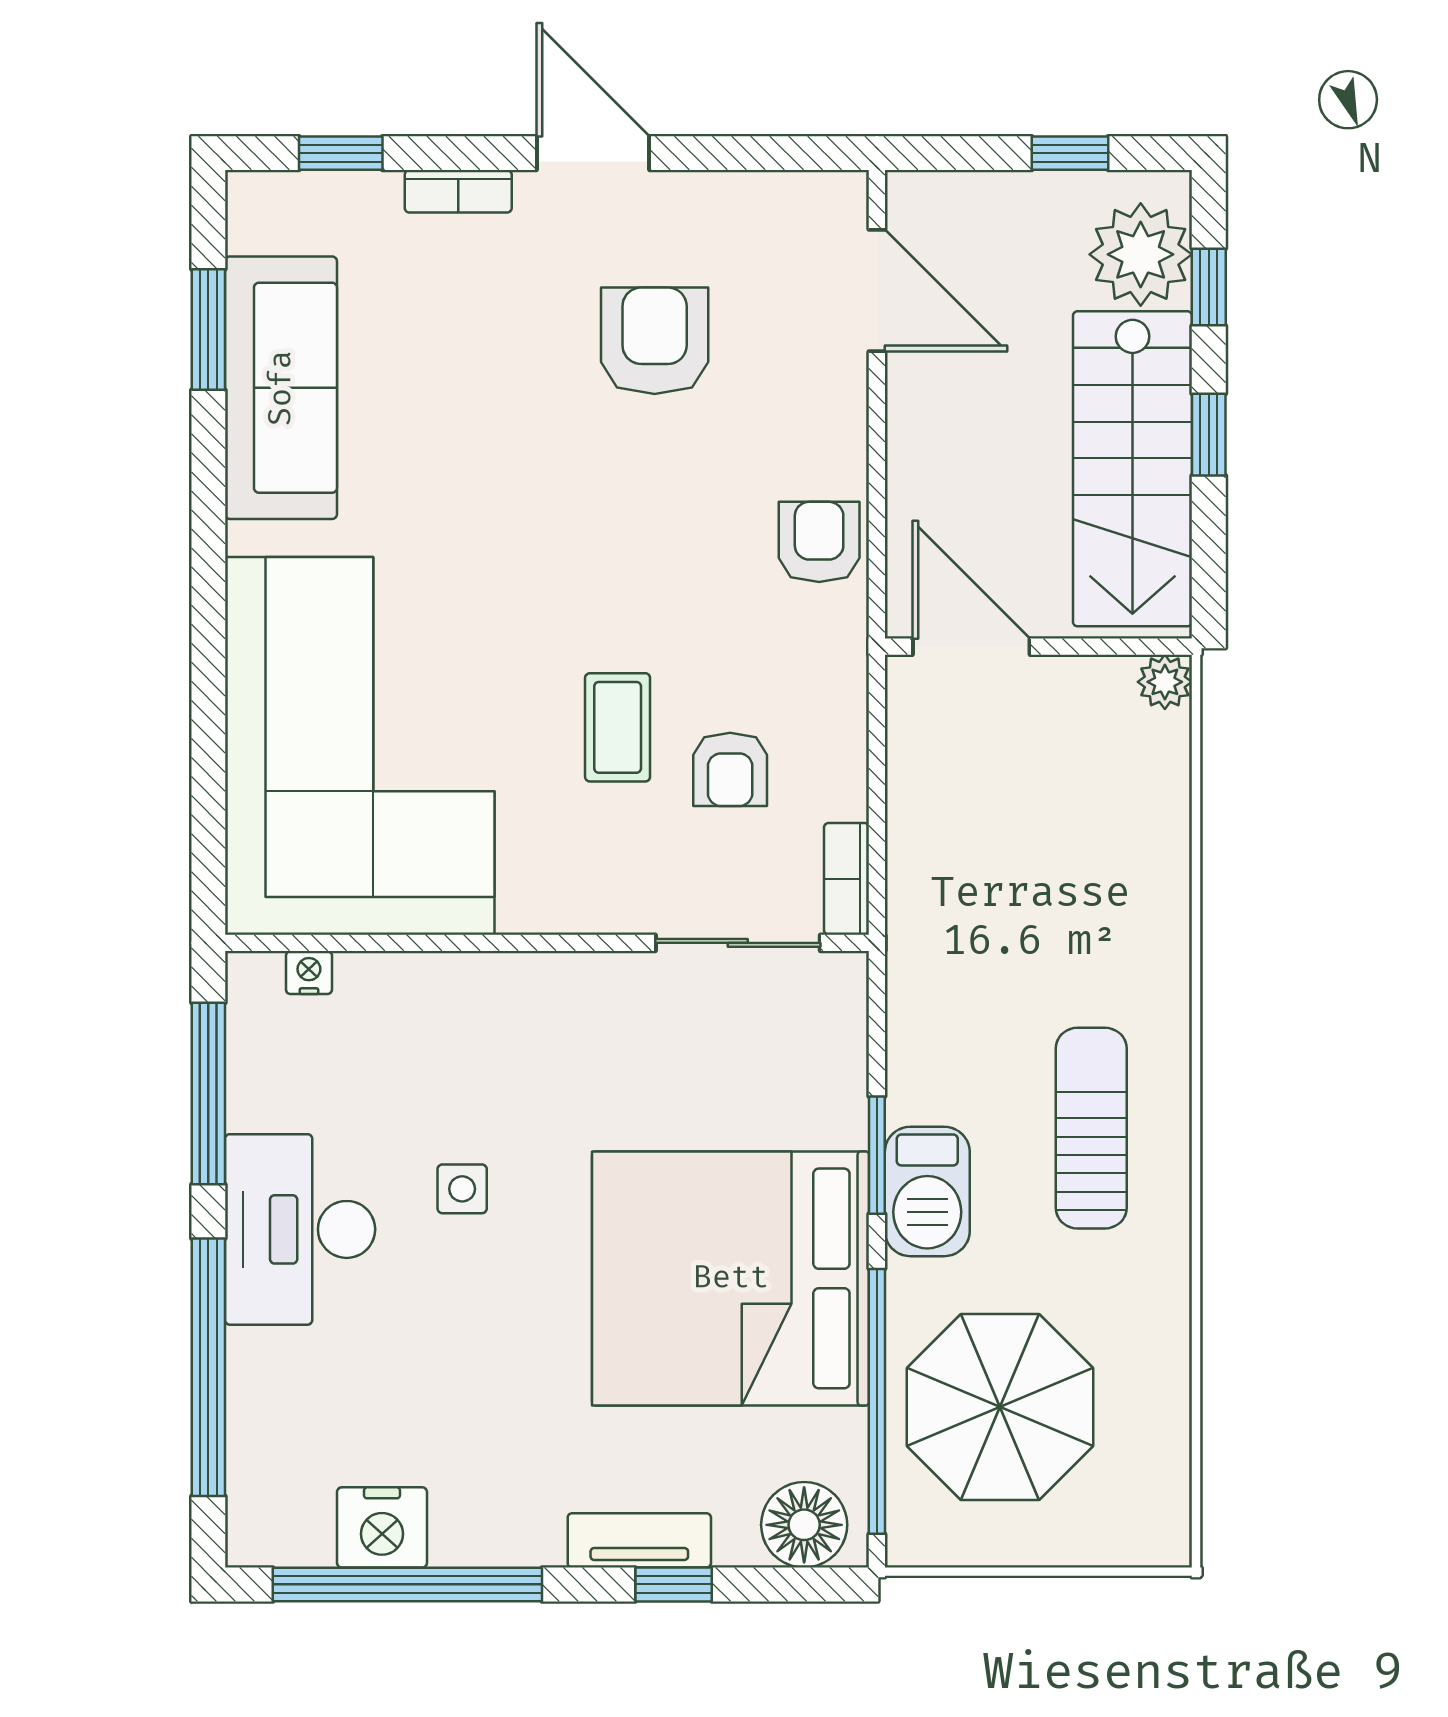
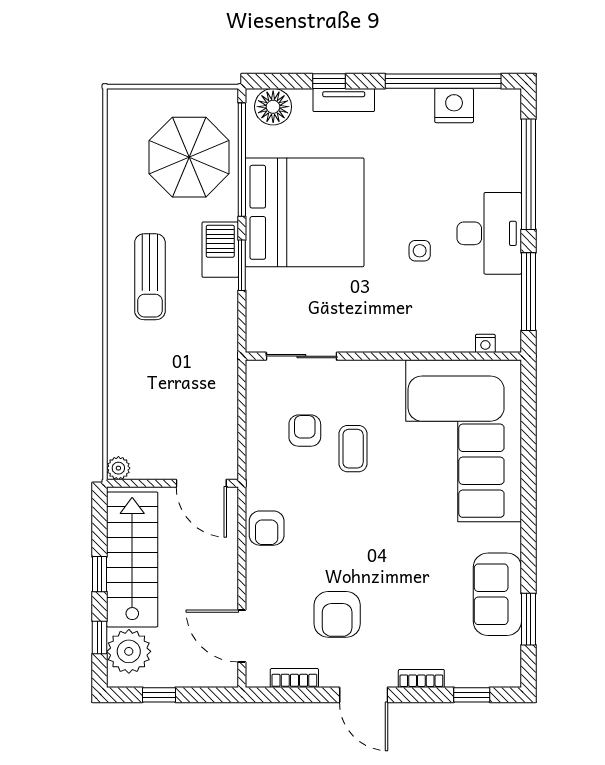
sofa: (281, 388) -> (497, 594), width x0.73
bookcase: (846, 879) -> (294, 678), moved, turned -90

